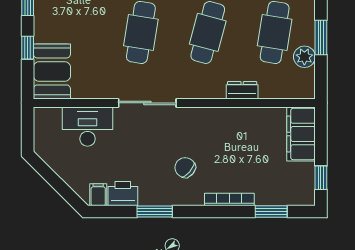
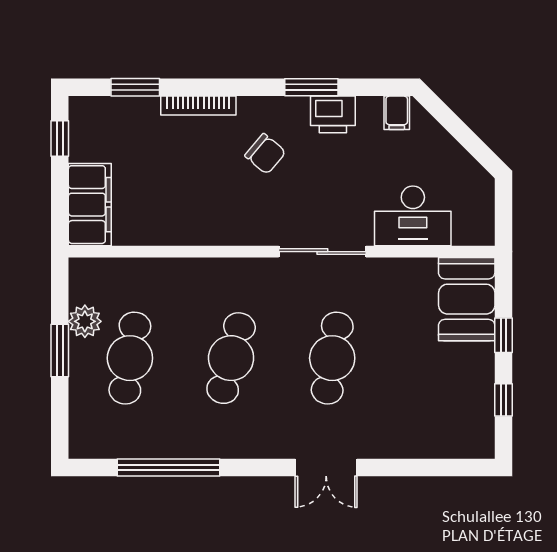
dresser: (242, 90) -> (179, 271), removed
printer: (123, 194) -> (333, 114), moved

